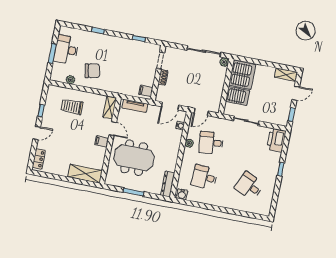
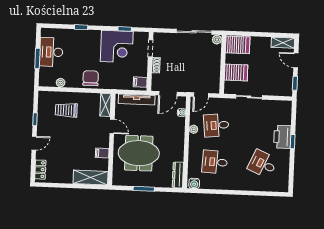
corner desk: (129, 54) -> (117, 47), added
chair: (92, 71) -> (91, 78), moved, turned -79
server rack: (242, 75) -> (238, 45), width x0.62
door: (296, 93) -> (296, 60), swing flipped
tv unit: (135, 106) -> (137, 100), width x1.41
printer: (276, 140) -> (282, 137), moved
filing cabinet: (102, 142) -> (102, 153), moved

